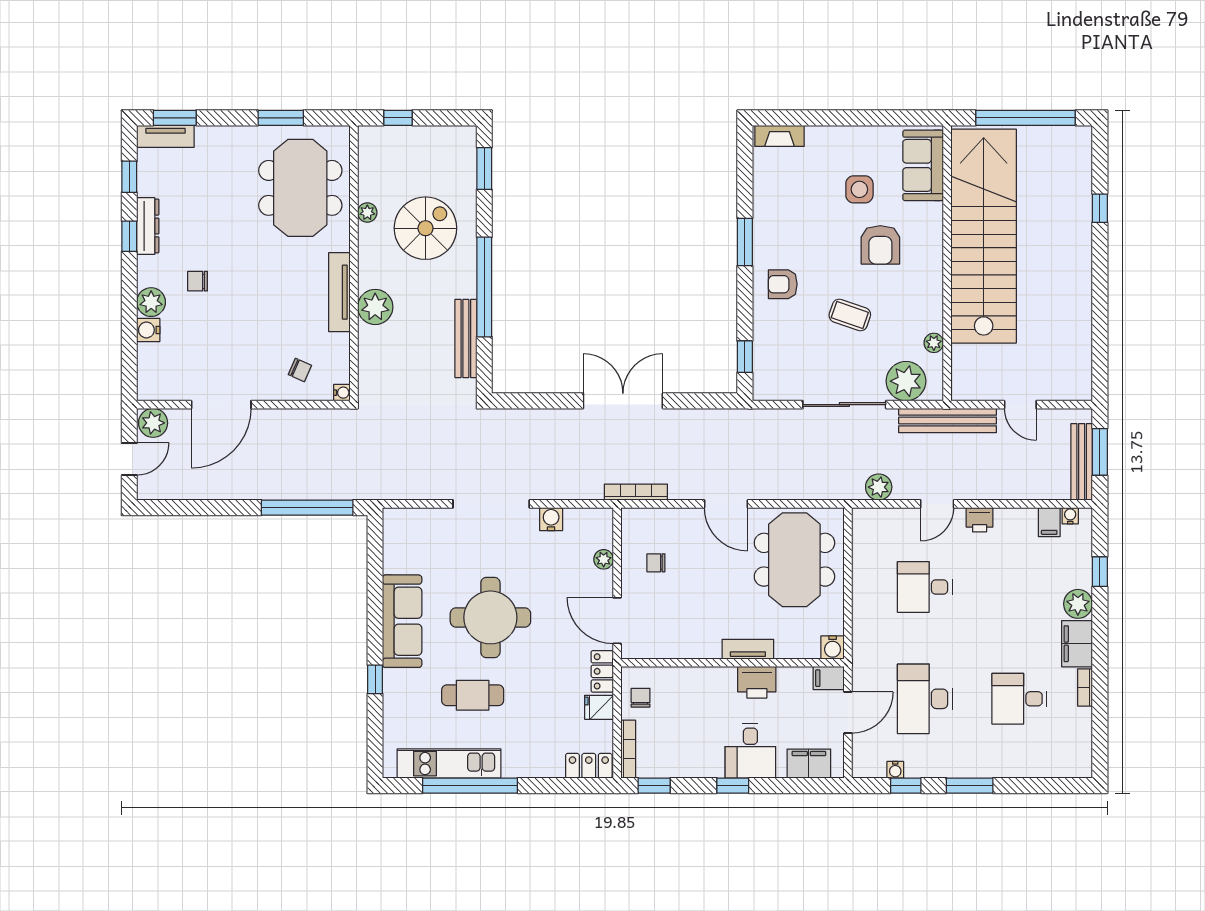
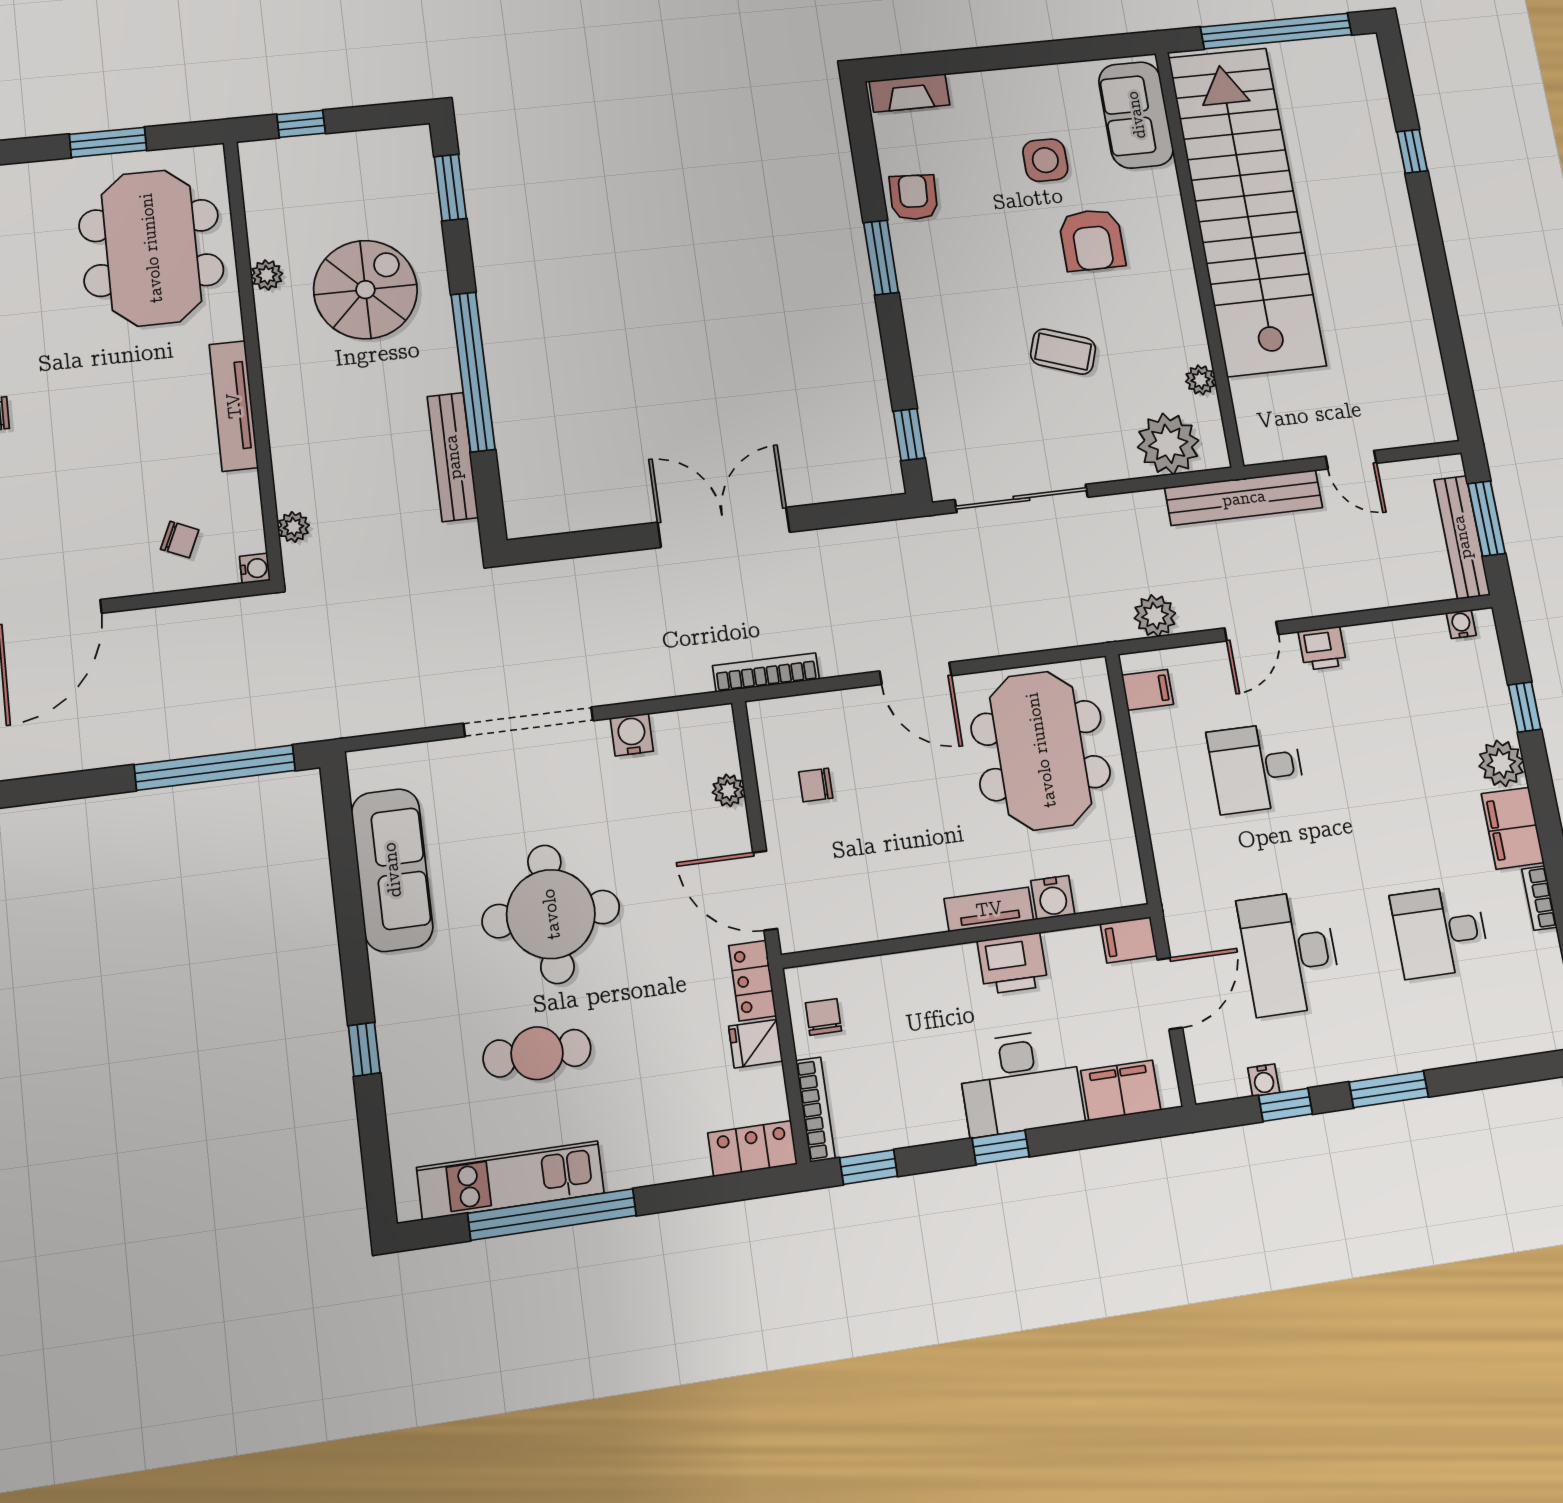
armchair: (783, 284) -> (914, 197), moved, turned 93
plant: (375, 307) -> (294, 527), moved, width x0.53, depth x0.53
sliding door: (844, 405) -> (1021, 498), moved
filing cabinet: (1049, 522) -> (1148, 690), moved, turned -90
sofa: (402, 621) -> (392, 870), moved
water cooler: (833, 647) -> (1053, 898), moved
desk: (750, 751) -> (1021, 1083), width x1.37

